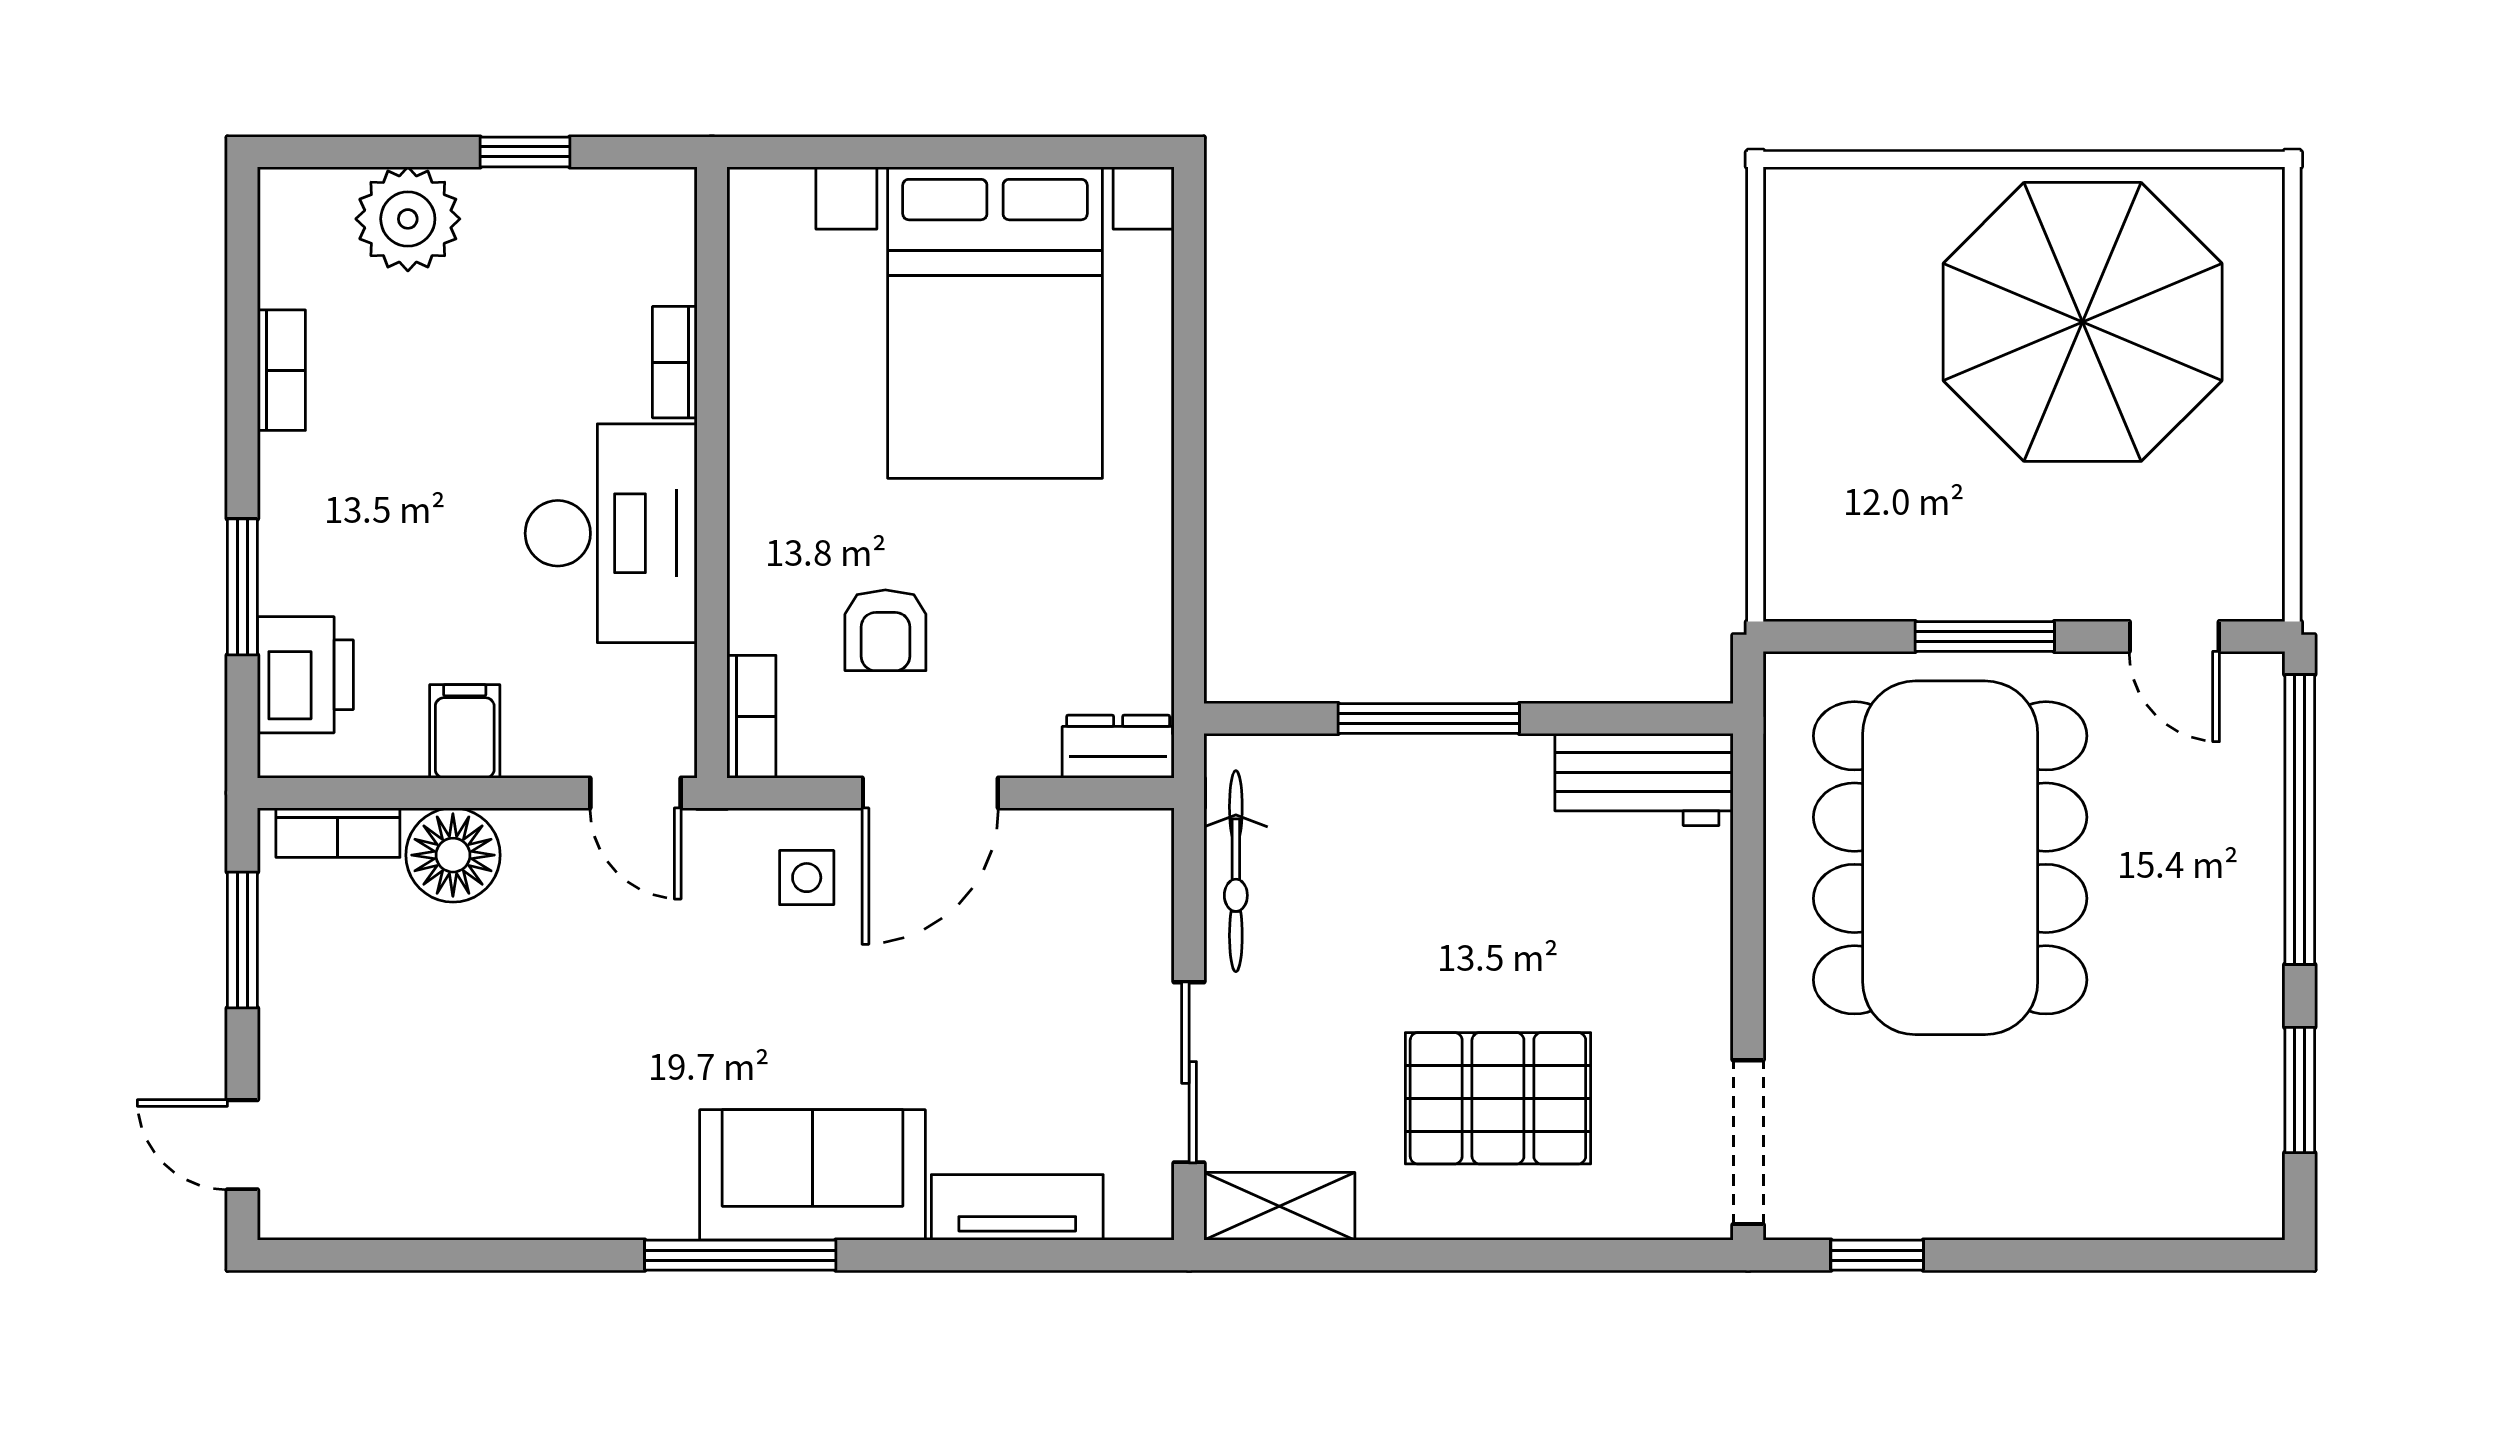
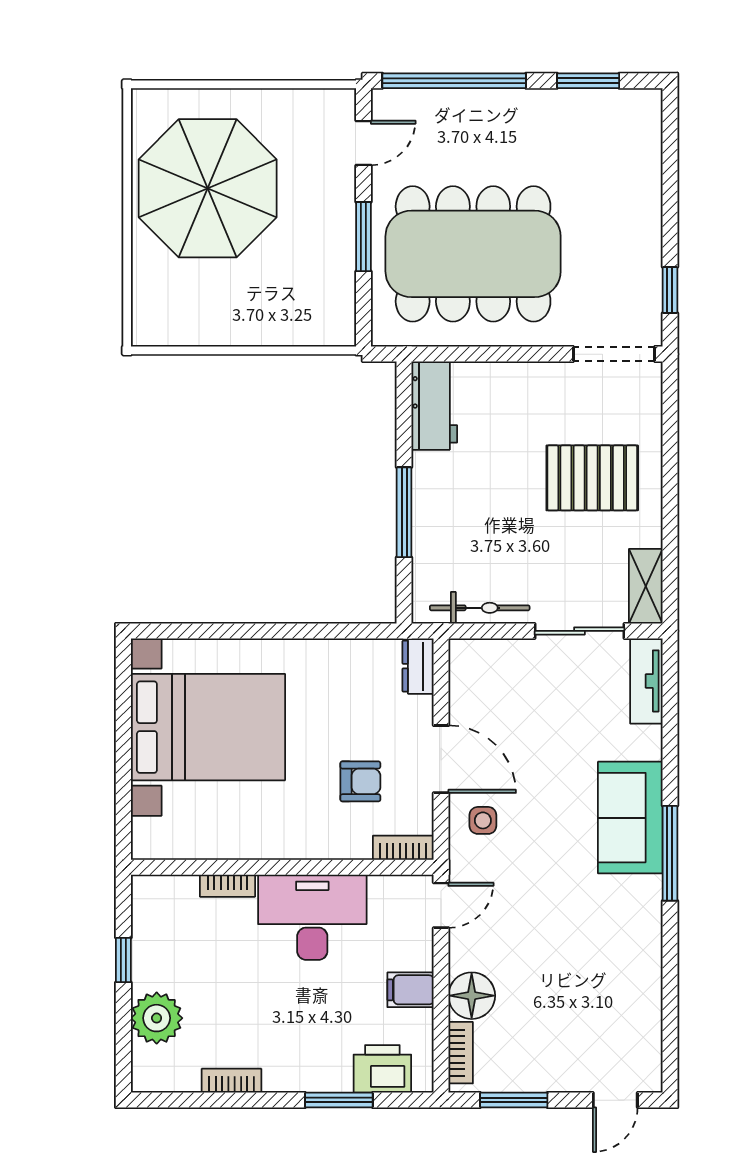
pallet: (1498, 1098) -> (592, 478), turned 90
tv unit: (1017, 1207) -> (646, 681), moved

